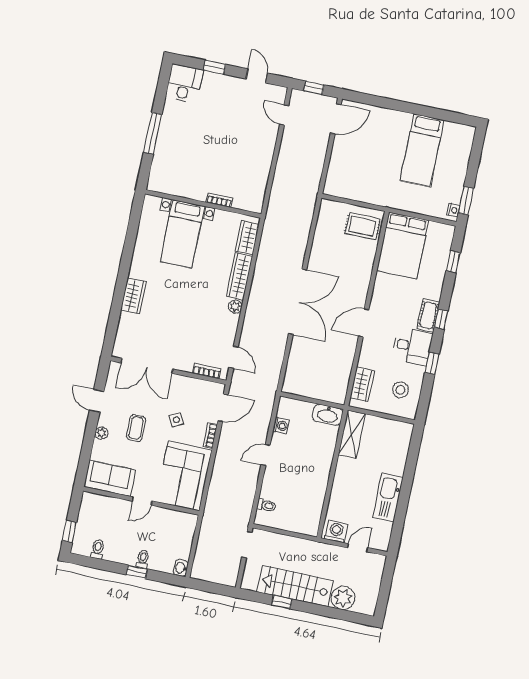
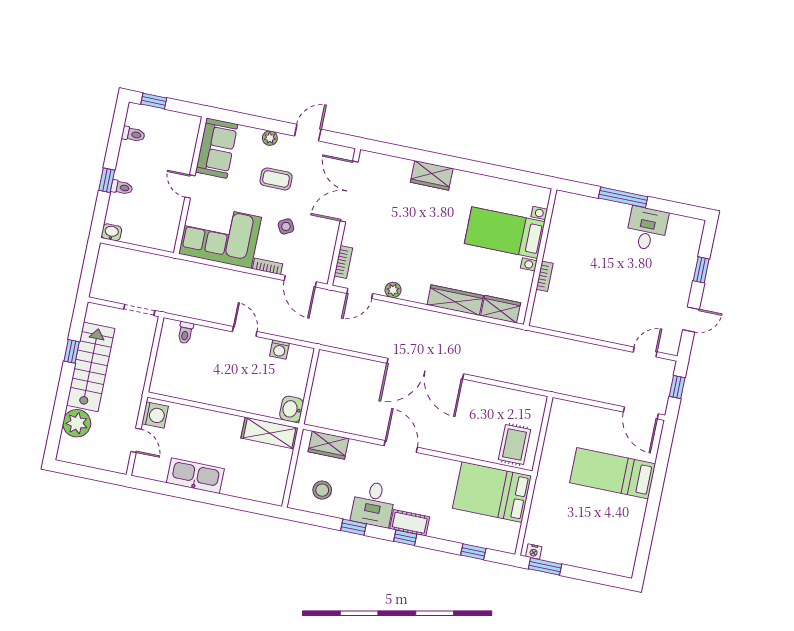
desk: (184, 83) -> (647, 229), moved, turned -90
bed: (422, 150) -> (613, 473), moved
plant: (235, 307) -> (393, 290), moved
washbasin: (328, 415) -> (291, 409), width x0.72

